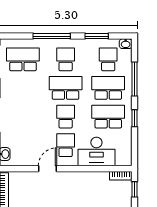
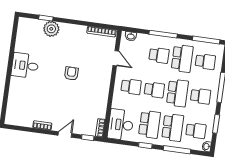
school desk: (23, 59) -> (205, 62), width x0.54
school desk: (23, 88) -> (182, 58), added
school desk: (23, 117) -> (159, 55), added
desk: (96, 151) -> (121, 125), moved
door: (48, 169) -> (116, 58), moved

